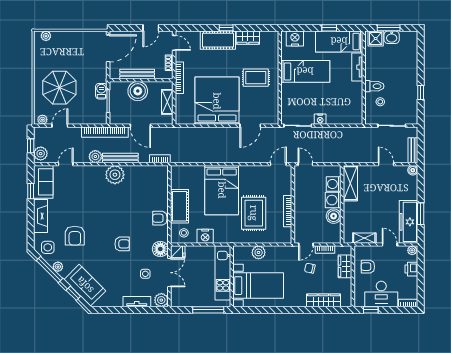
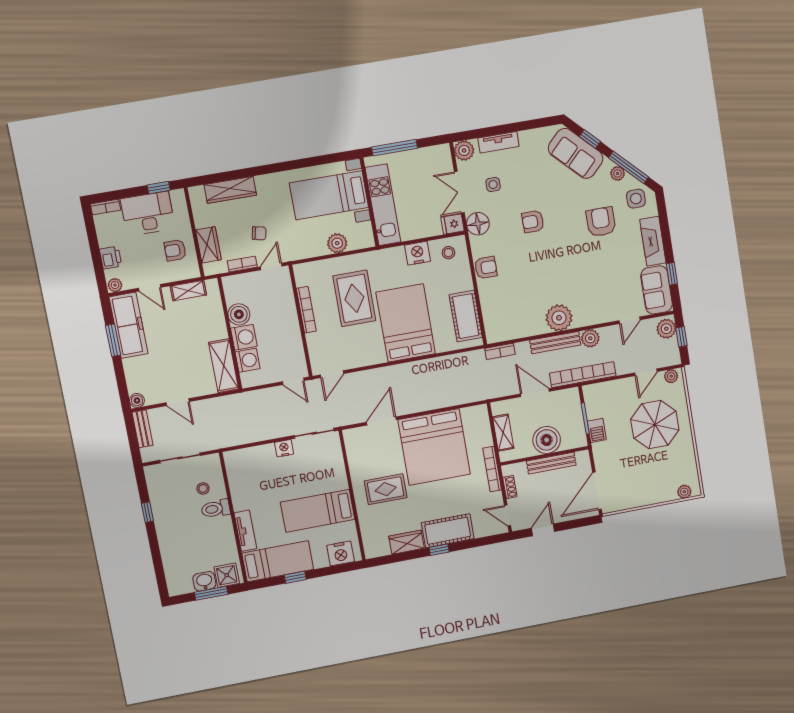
cot: (179, 206) -> (466, 316), moved
armchair: (368, 267) -> (175, 250), turned 180

